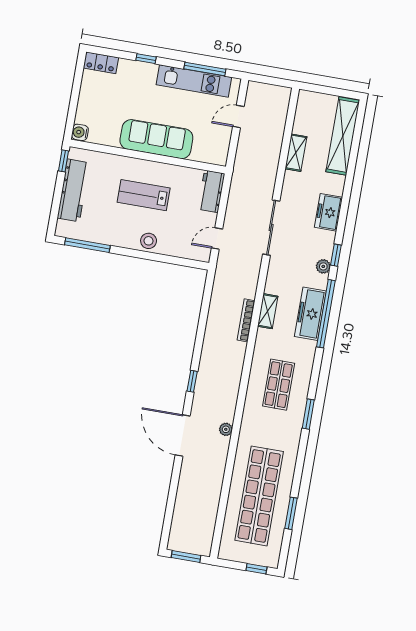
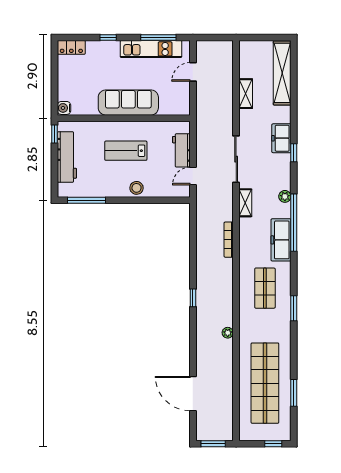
workbench: (211, 191) -> (181, 150), moved
window: (336, 255) -> (294, 153), moved
plant: (323, 266) -> (285, 196), moved
shelving: (268, 311) -> (245, 203), moved
freezer: (310, 314) -> (281, 240), moved
door: (183, 436) -> (193, 394), moved

